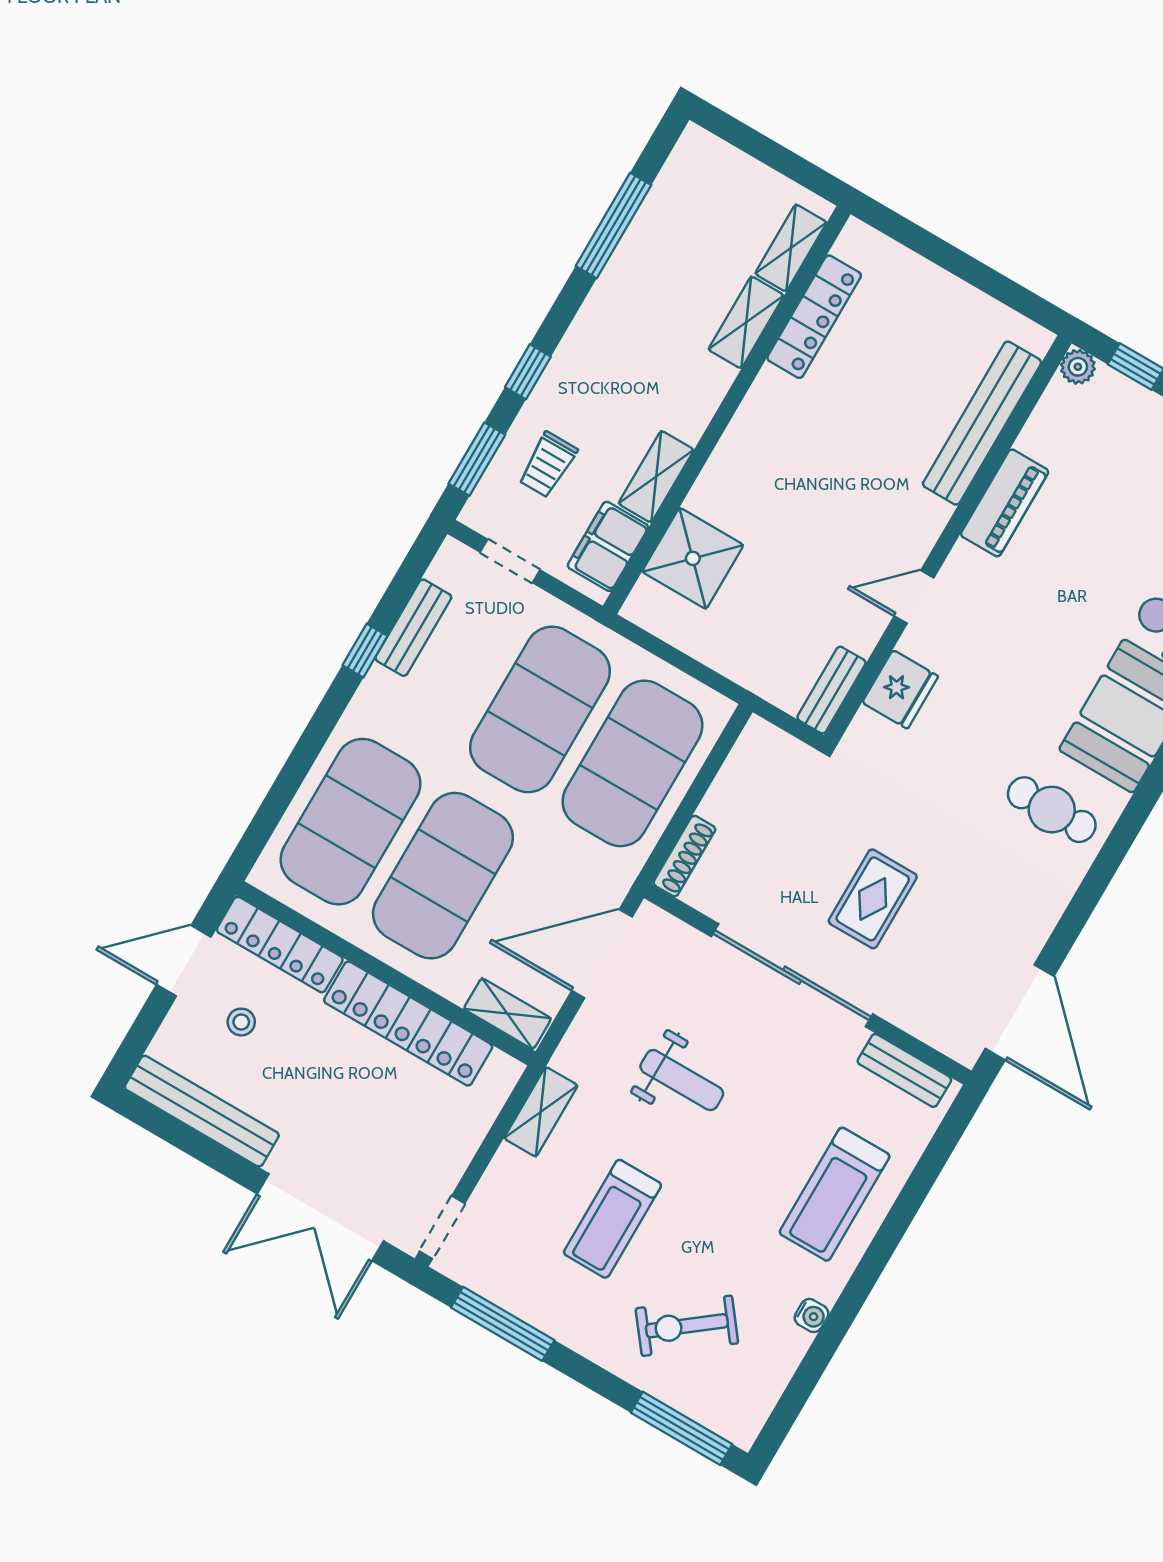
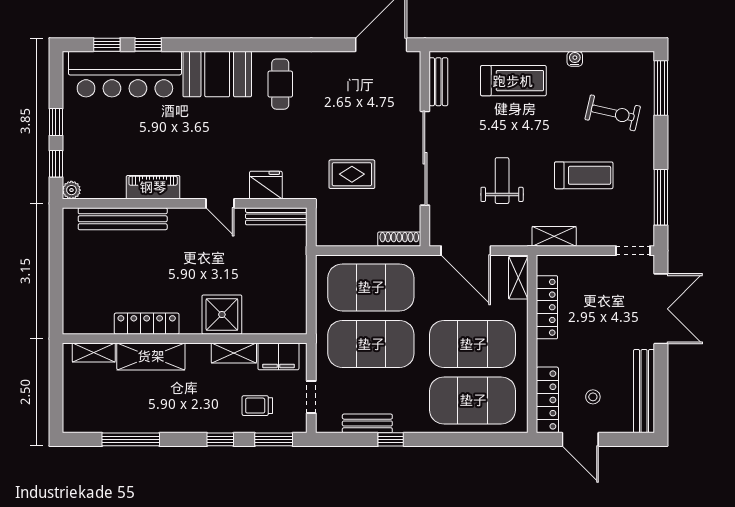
locker: (814, 317) -> (147, 324), moved
shelving: (746, 322) -> (151, 356), width x1.50, depth x1.33
trolley: (548, 465) -> (257, 406), turned 180
shower: (693, 558) -> (222, 315), moved
bench: (831, 690) -> (276, 216), width x1.36
rug: (873, 899) -> (352, 174), moved
locker: (408, 1024) -> (547, 307), width x0.71, depth x0.83
exercise bike: (687, 1326) -> (613, 113), turned -39

